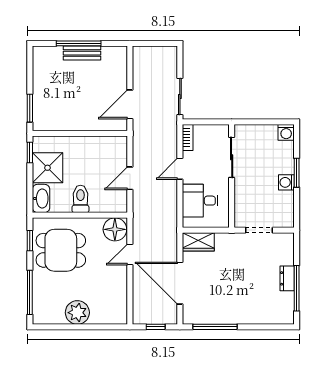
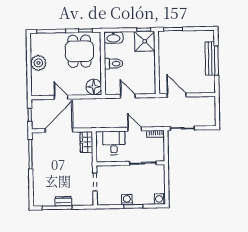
bench: (82, 53) -> (210, 58), width x1.36
shower: (47, 168) -> (145, 41), moved
door: (130, 254) -> (61, 97), moved

